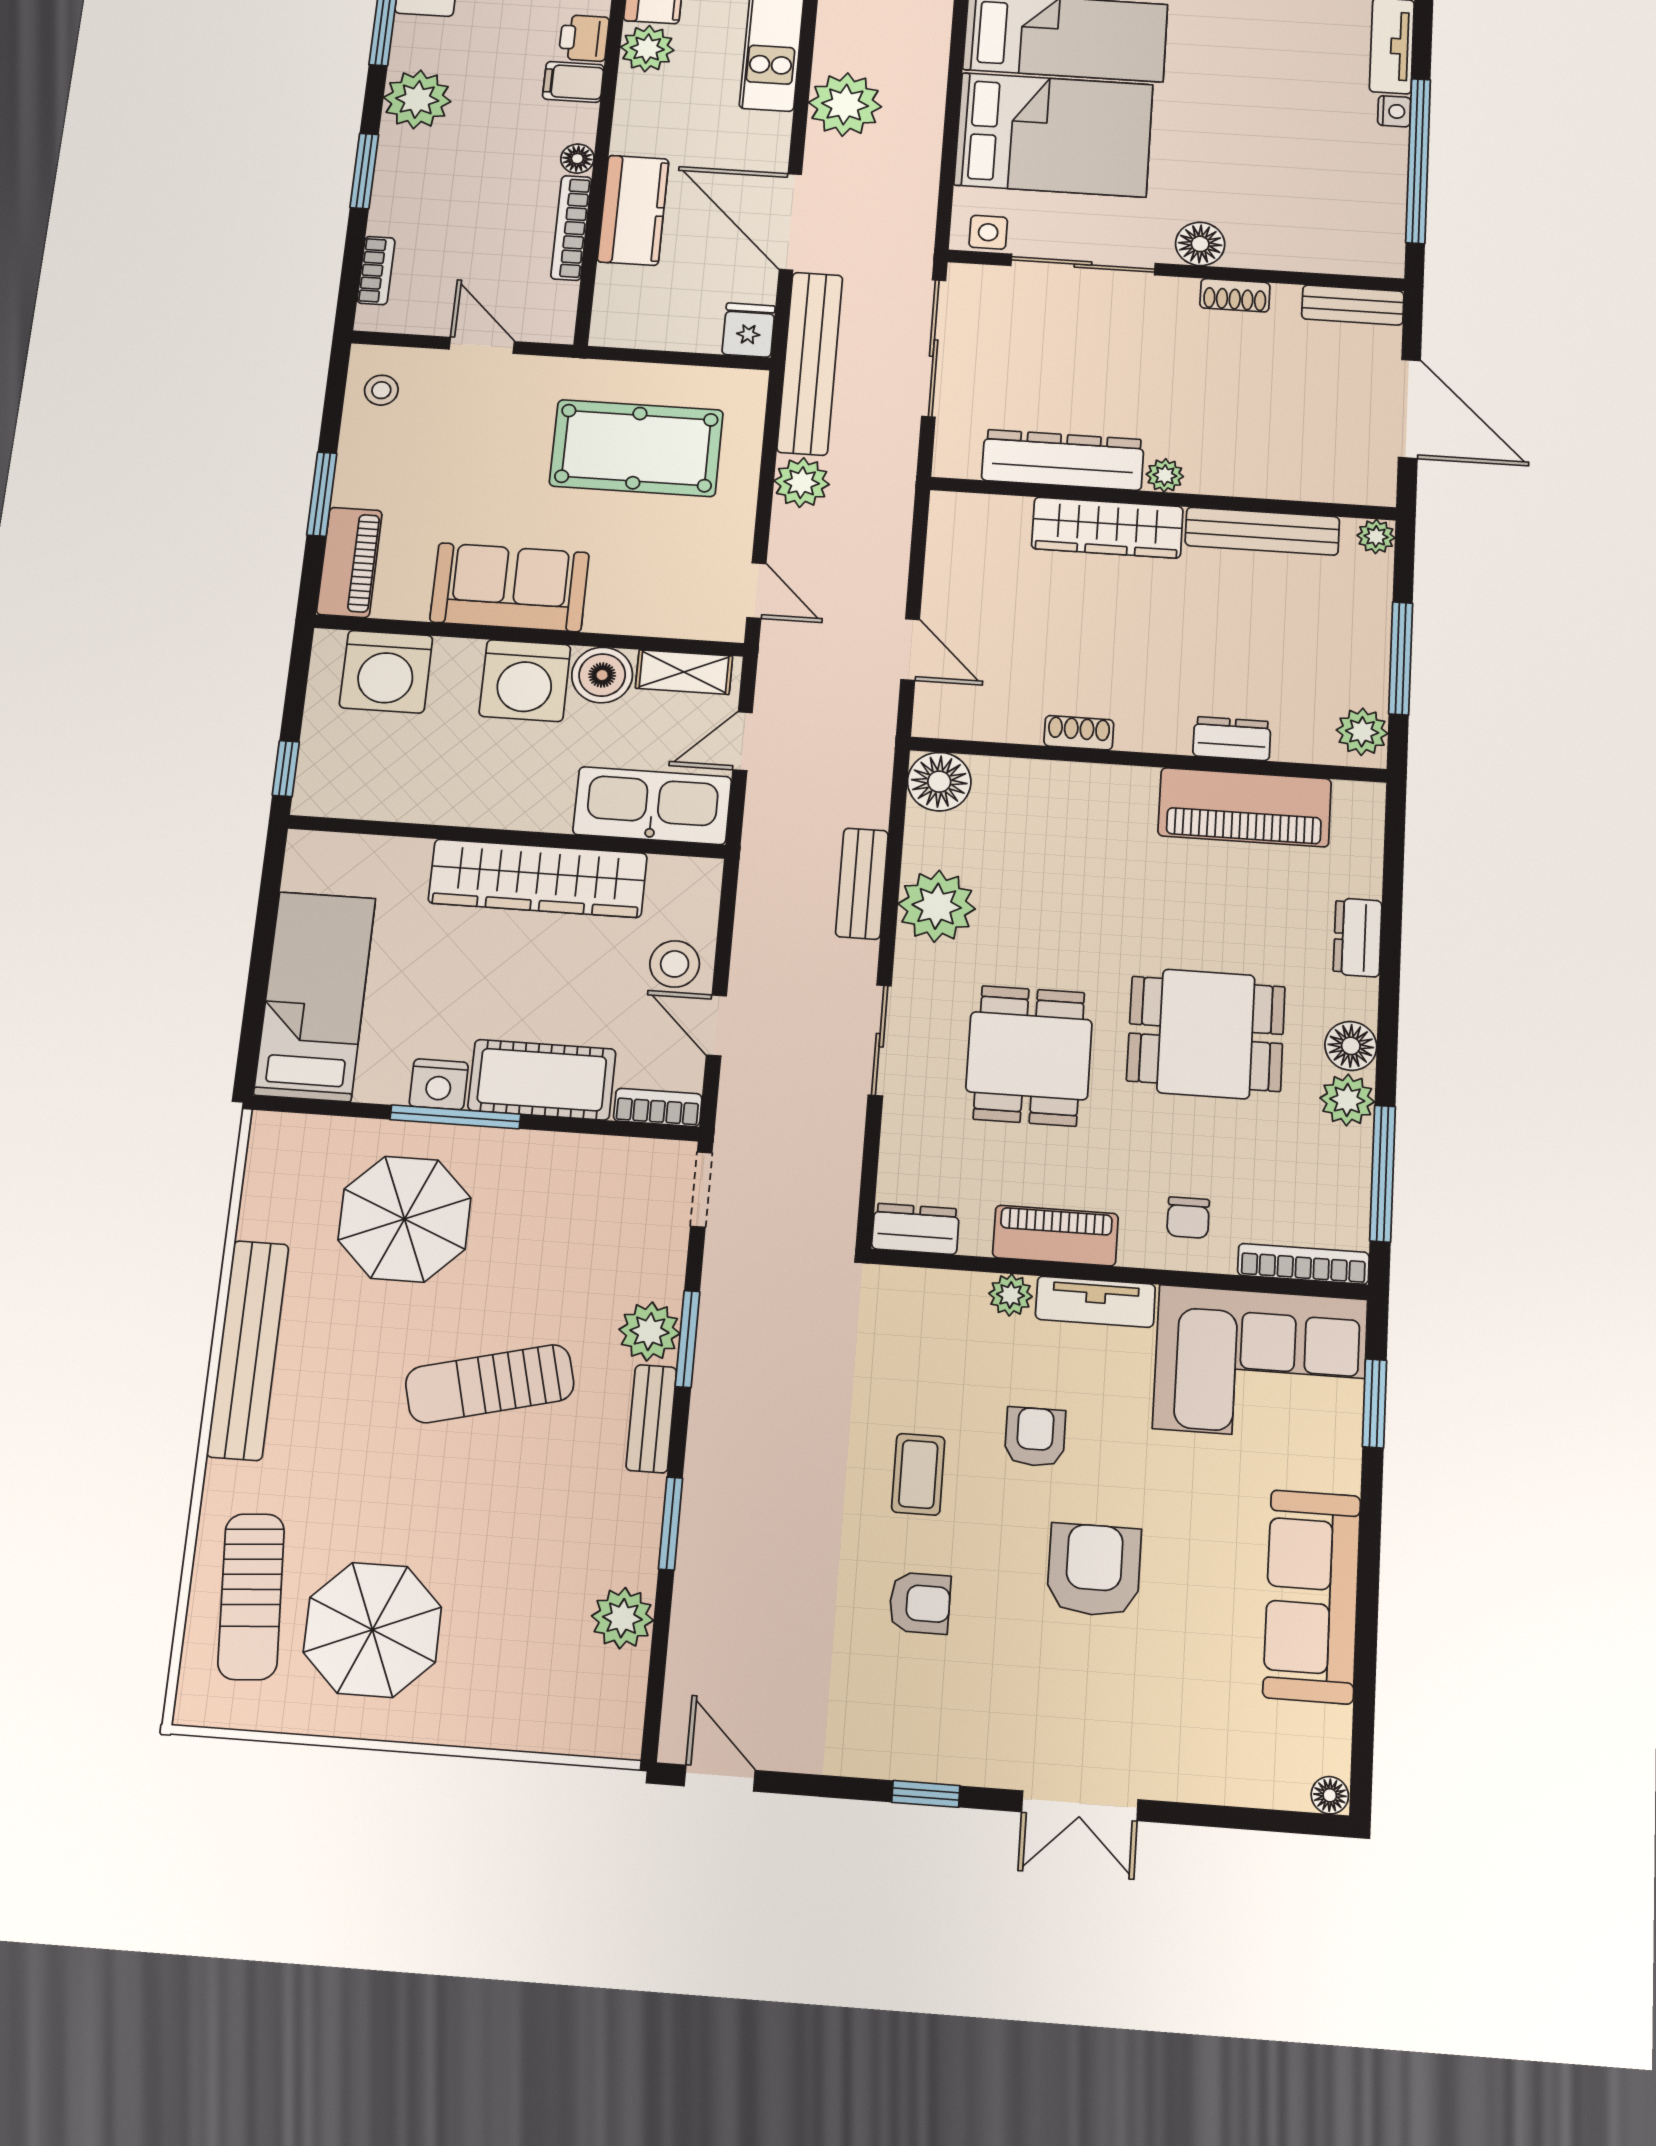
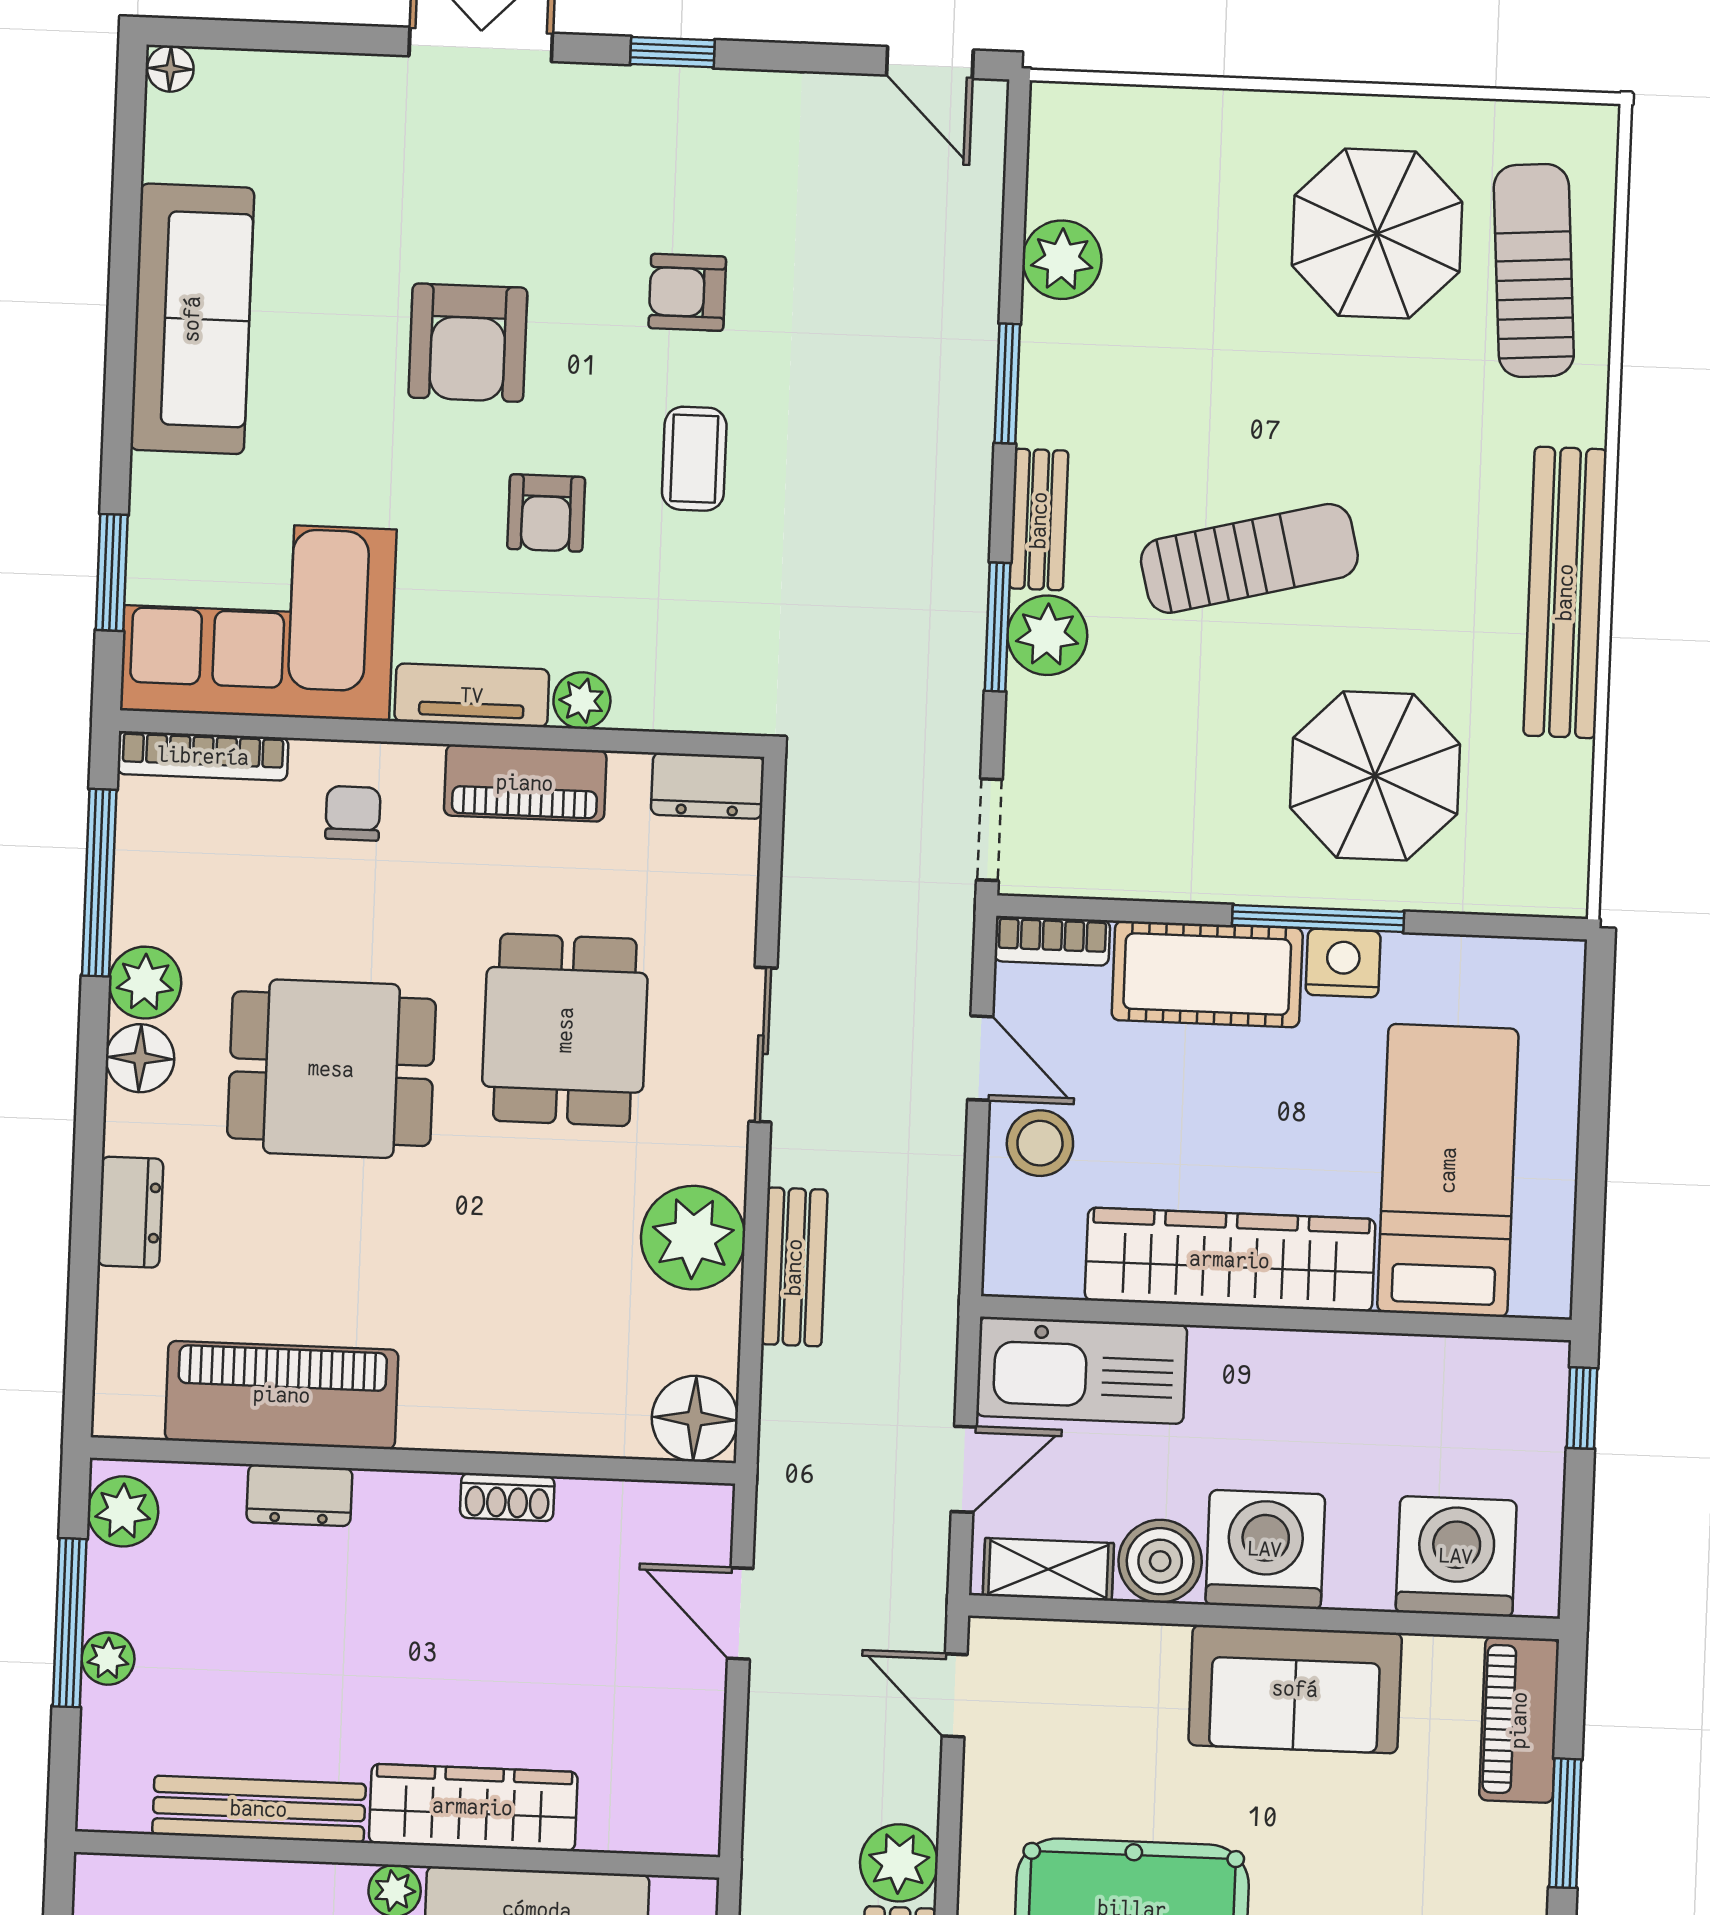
plant: (1376, 537) -> (108, 1659), moved
bed: (315, 996) -> (1448, 1170), moved, turned 180

